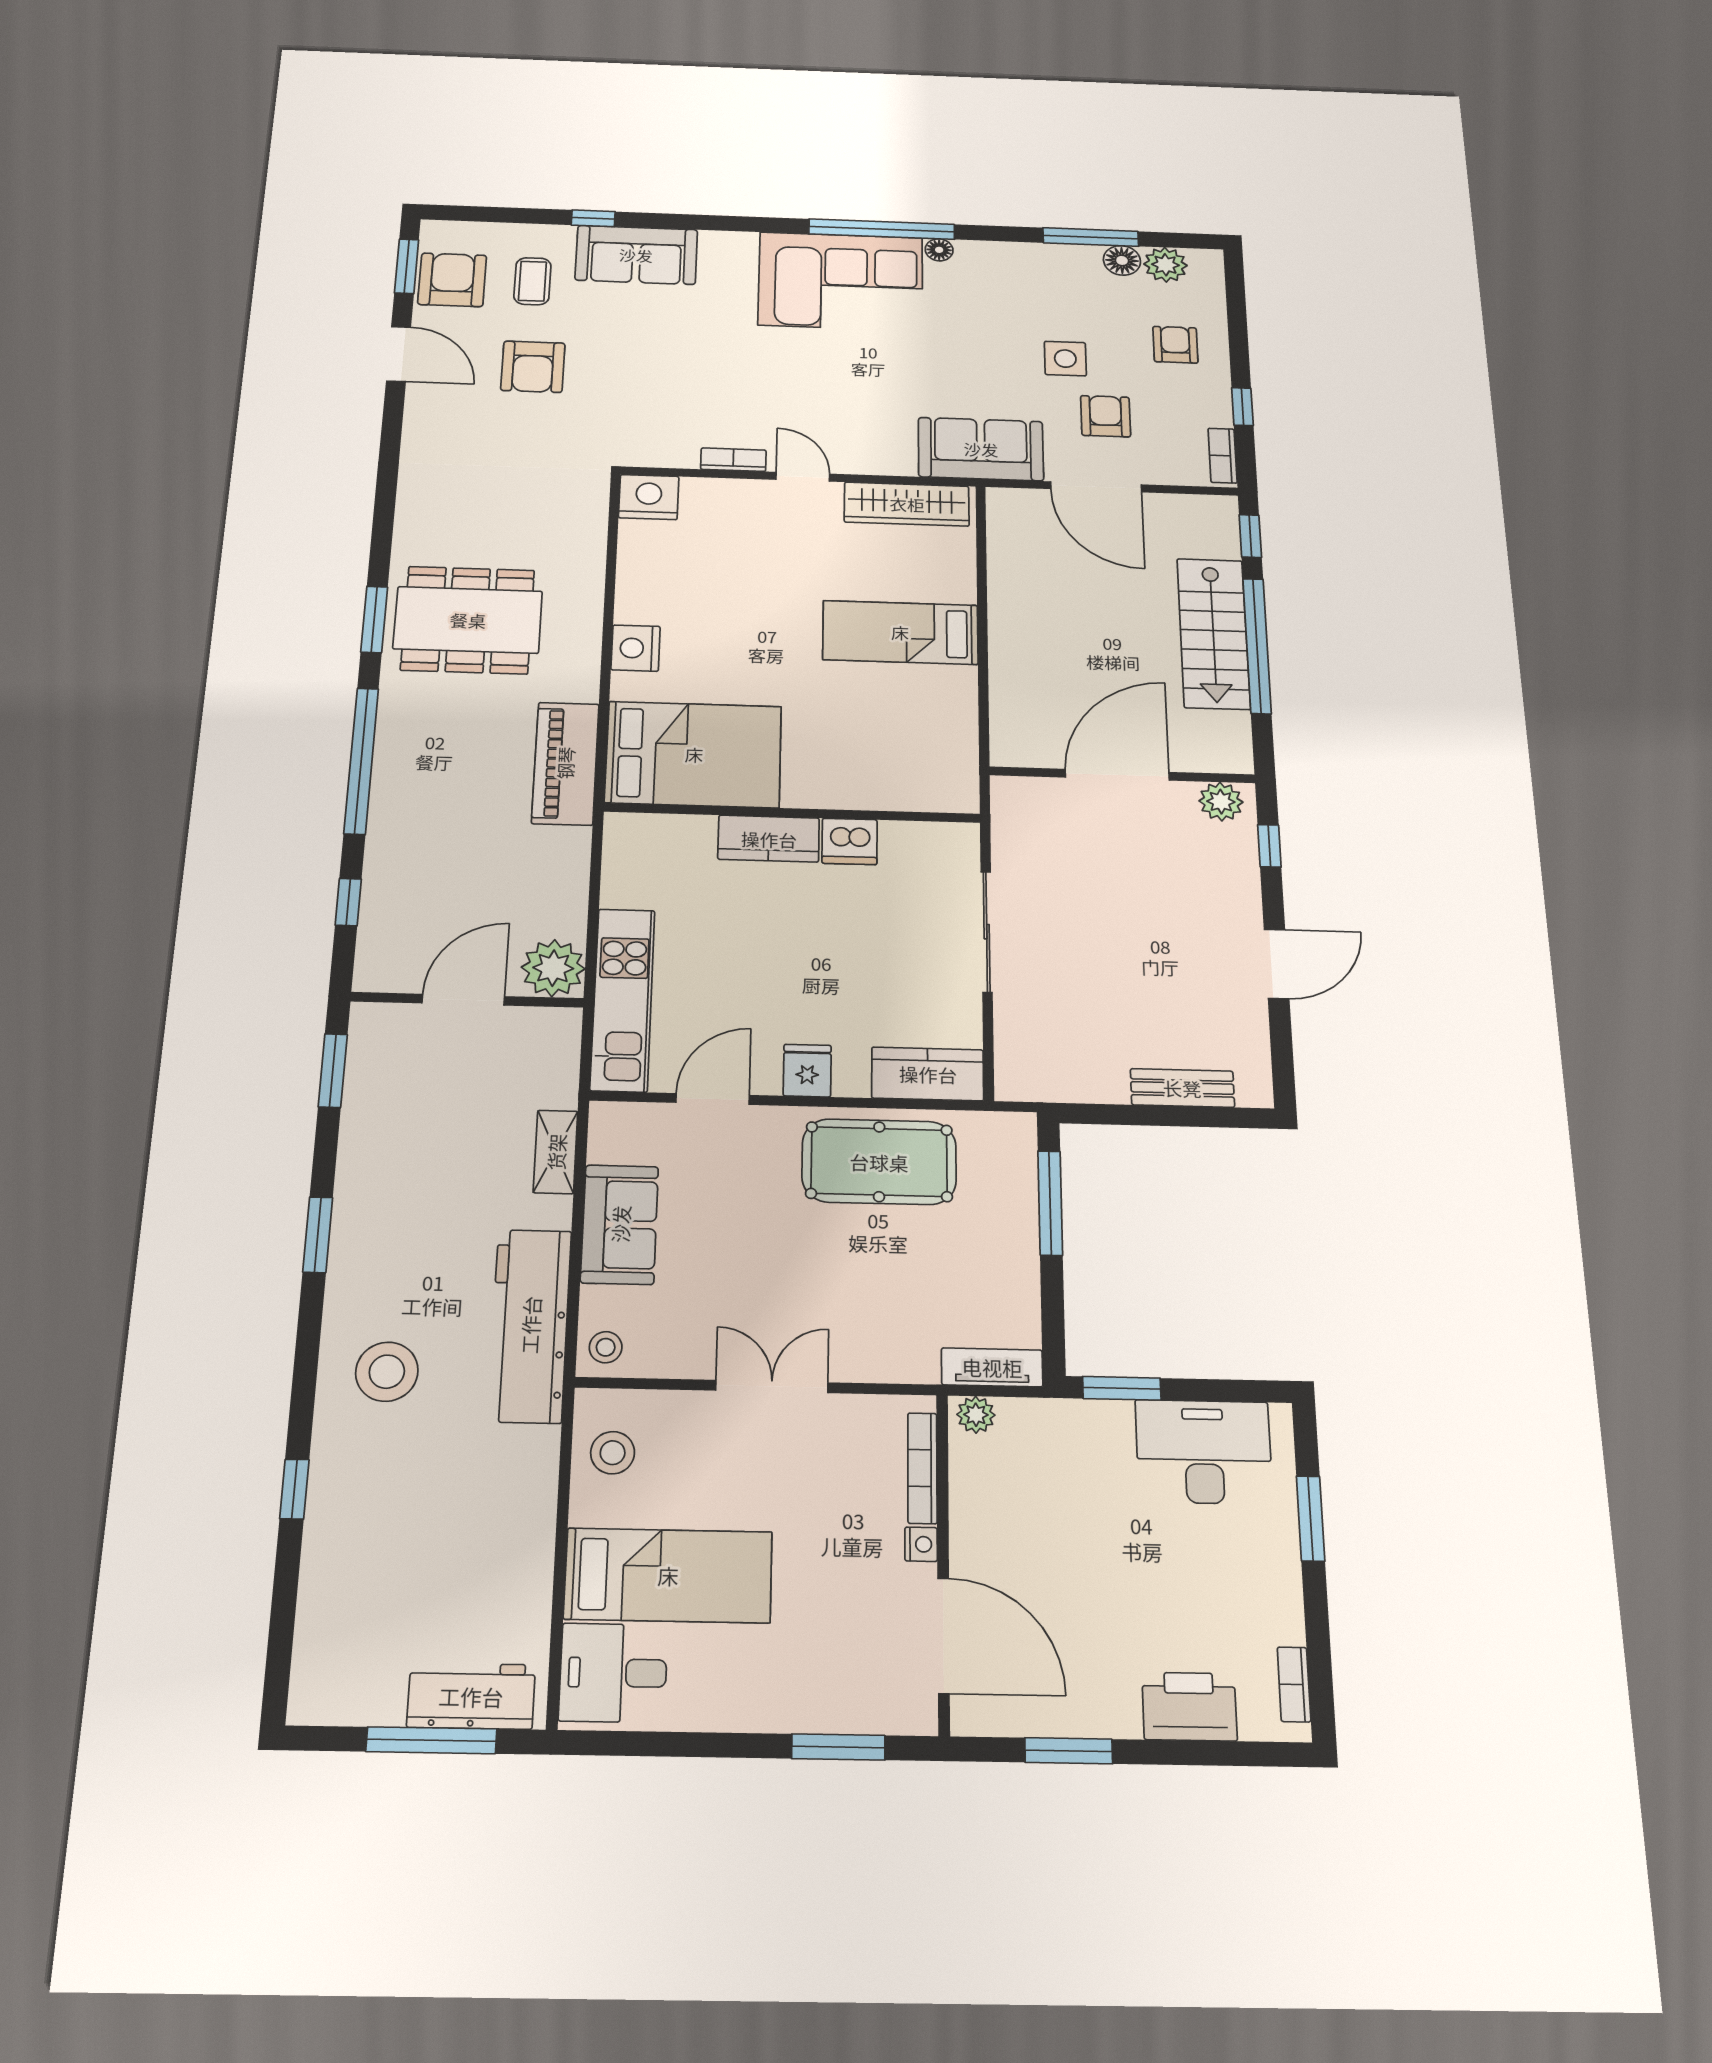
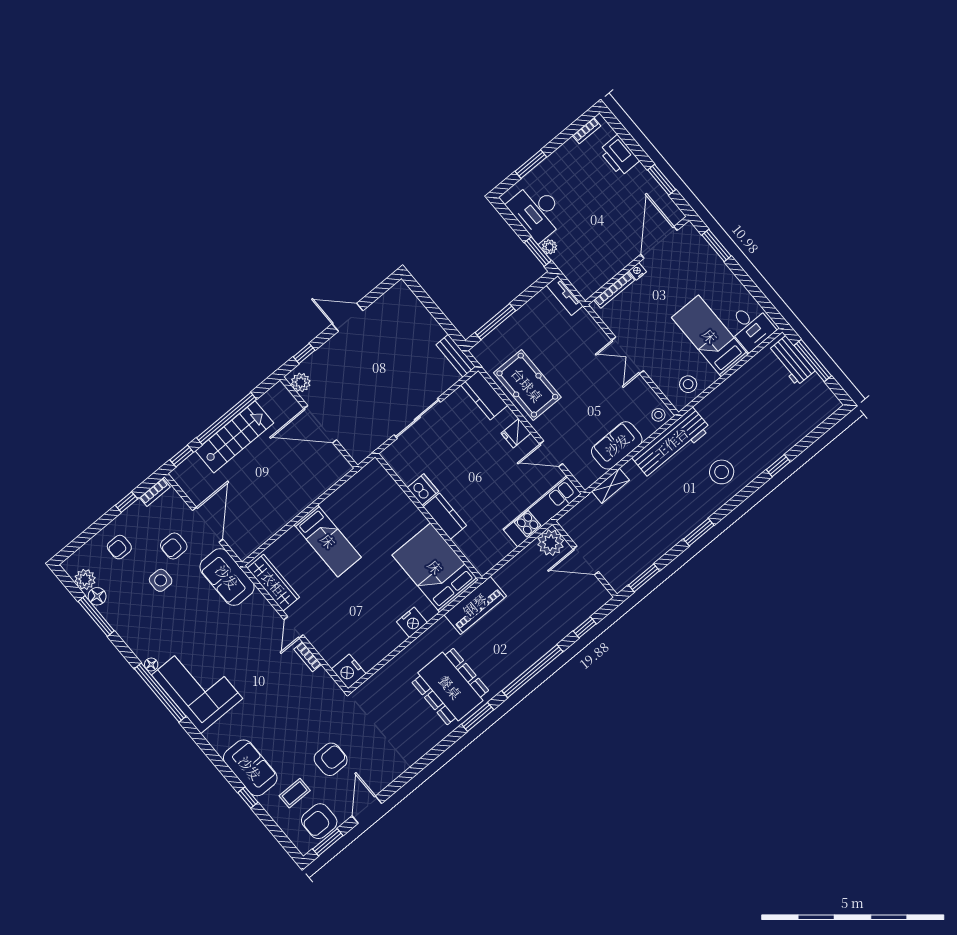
bench: (1182, 1088) -> (456, 356), moved
plant: (976, 1415) -> (549, 247), moved

